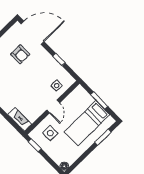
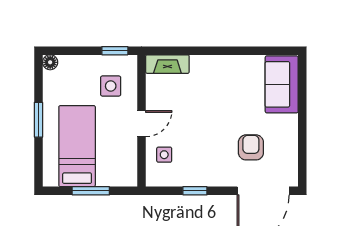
armchair: (20, 54) -> (251, 147), turned 90
door: (53, 106) -> (142, 124), swing flipped
window: (103, 137) -> (38, 120), moved

